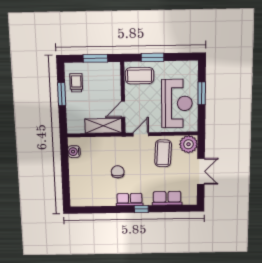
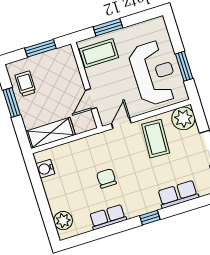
window: (202, 93) -> (184, 66), moved
shelving: (103, 126) -> (51, 133), moved
plant: (77, 193) -> (63, 221), added
row of seats: (129, 200) -> (108, 217), moved

